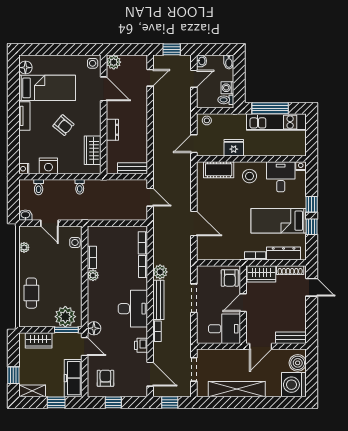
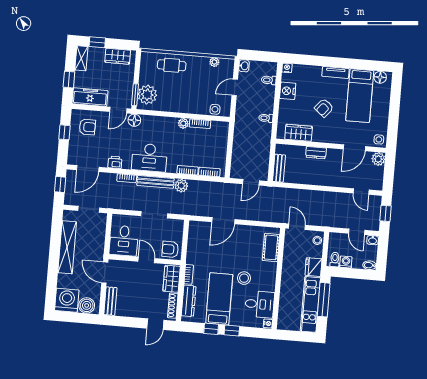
fridge: (234, 148) -> (314, 267), moved, turned 180
stool: (250, 176) -> (244, 278), moved
wardrobe: (39, 340) -> (118, 56), moved, turned -90

